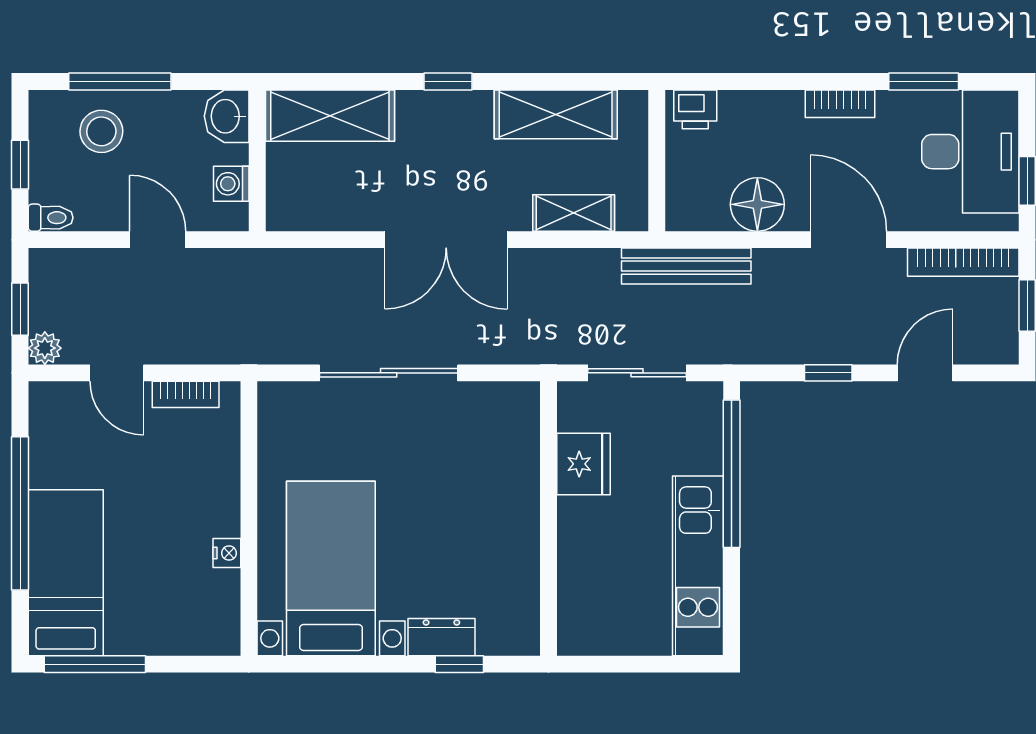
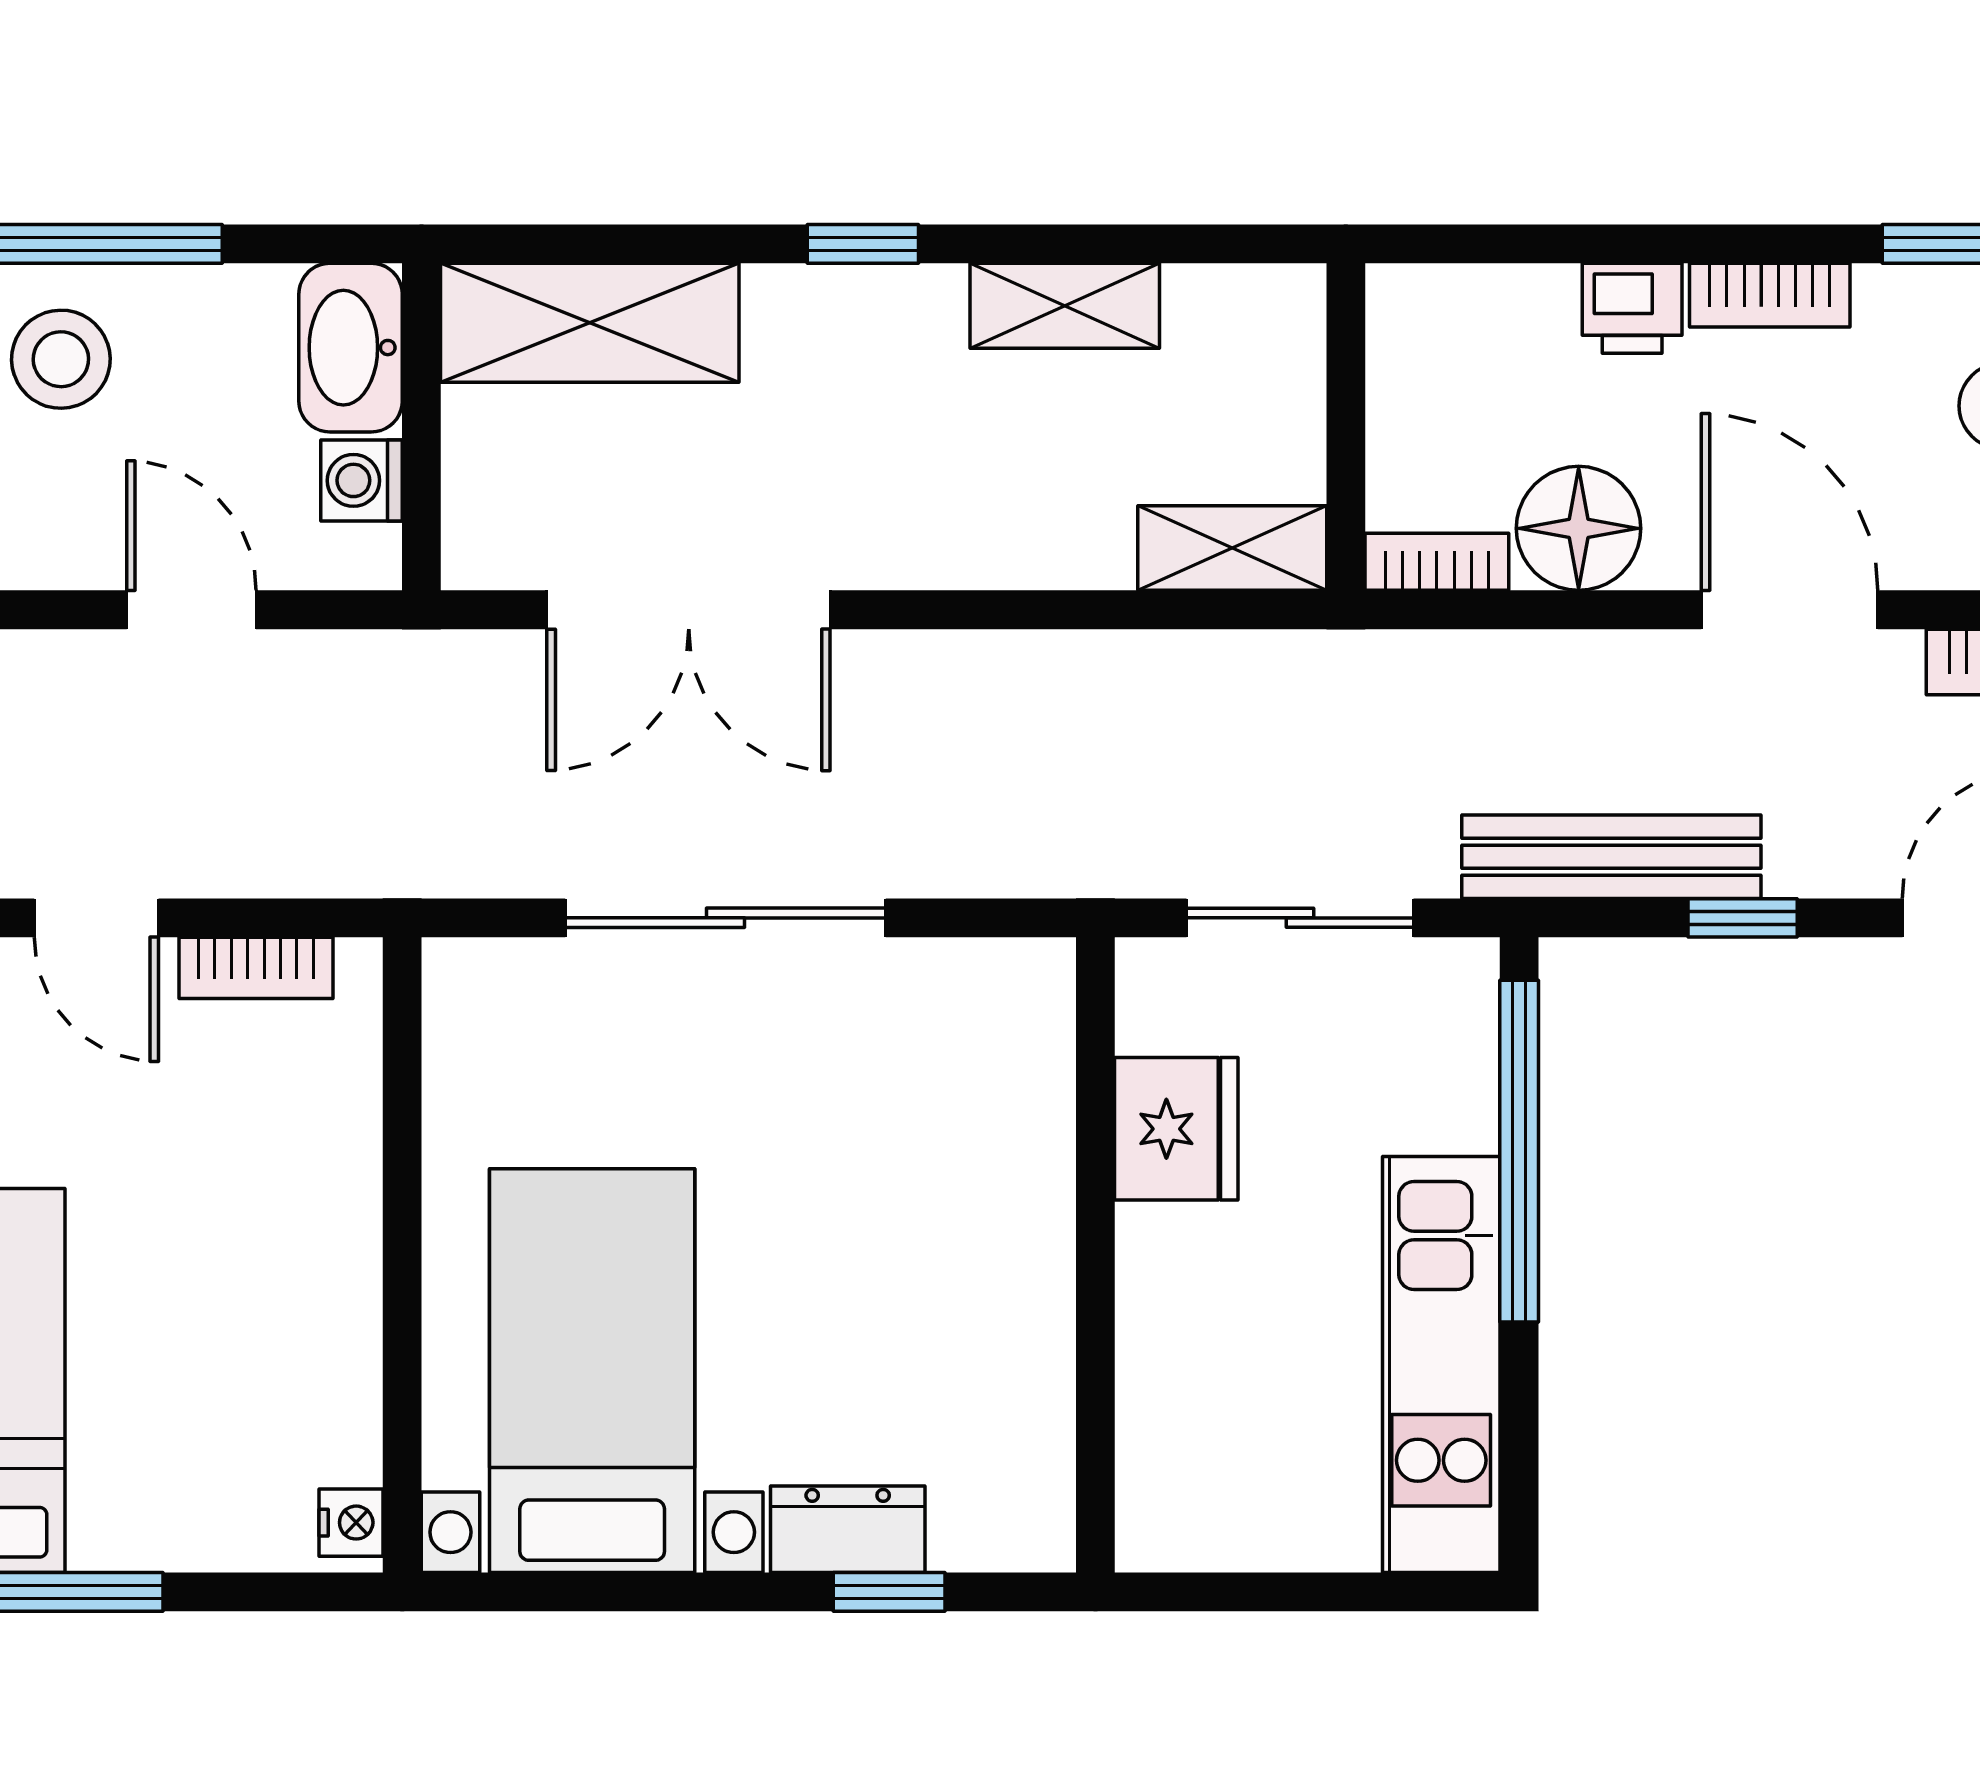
printer: (695, 109) -> (1632, 308), moved
shelving: (556, 114) -> (1065, 306), width x0.67, depth x0.75
washbasin: (227, 116) -> (351, 348), width x1.38
shelving: (574, 213) -> (1232, 548), moved
bookcase: (696, 219) -> (1437, 562), added
double door: (446, 240) -> (689, 610), moved
bench: (686, 266) -> (1611, 857), moved
nightstand: (227, 553) -> (351, 1523), moved

